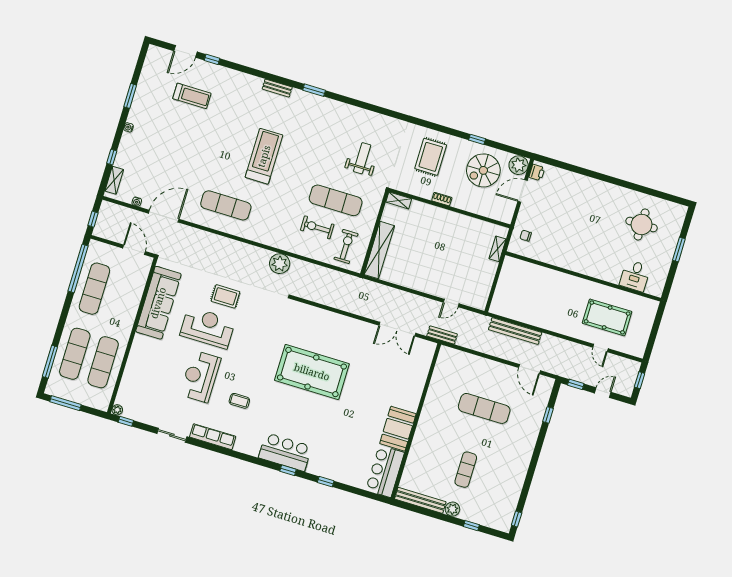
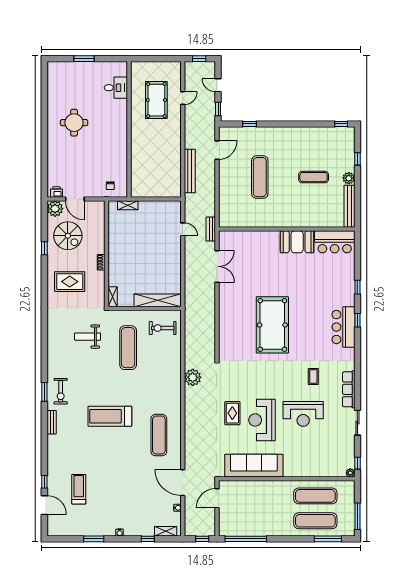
round table: (642, 224) -> (74, 123), moved
exercise bike: (317, 227) -> (61, 391), moved
exercise mat: (94, 289) -> (258, 521), removed

